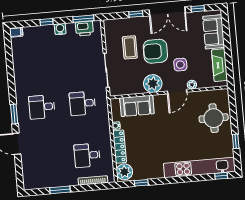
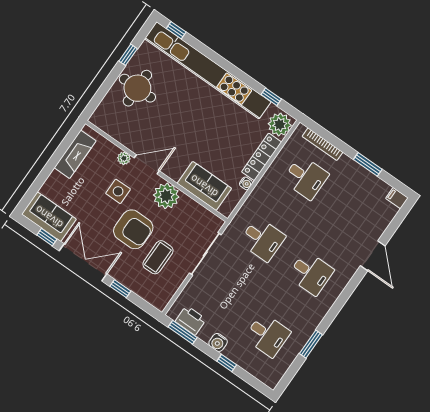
filing cabinet: (16, 32) -> (397, 198), moved
sofa: (214, 32) -> (49, 217), moved, turned -90
desk: (37, 55) -> (267, 335), added
window: (14, 114) -> (311, 344), moved
round table: (214, 118) -> (137, 88), moved
kitchen unit: (199, 167) -> (208, 70), width x1.36

